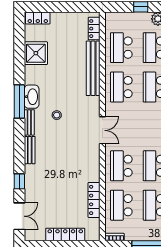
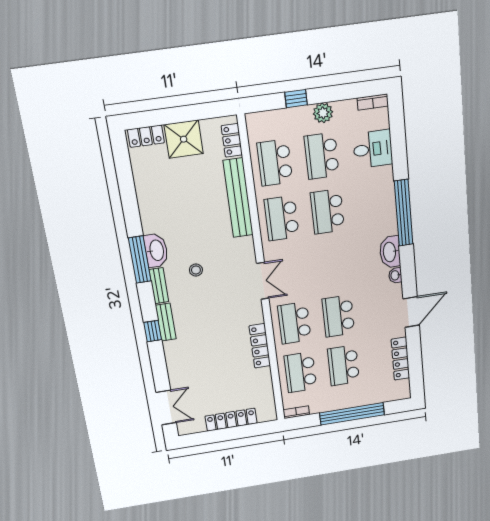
shower: (36, 53) -> (184, 139), moved
window: (19, 181) -> (153, 331), moved
locker: (94, 200) -> (260, 346), moved

